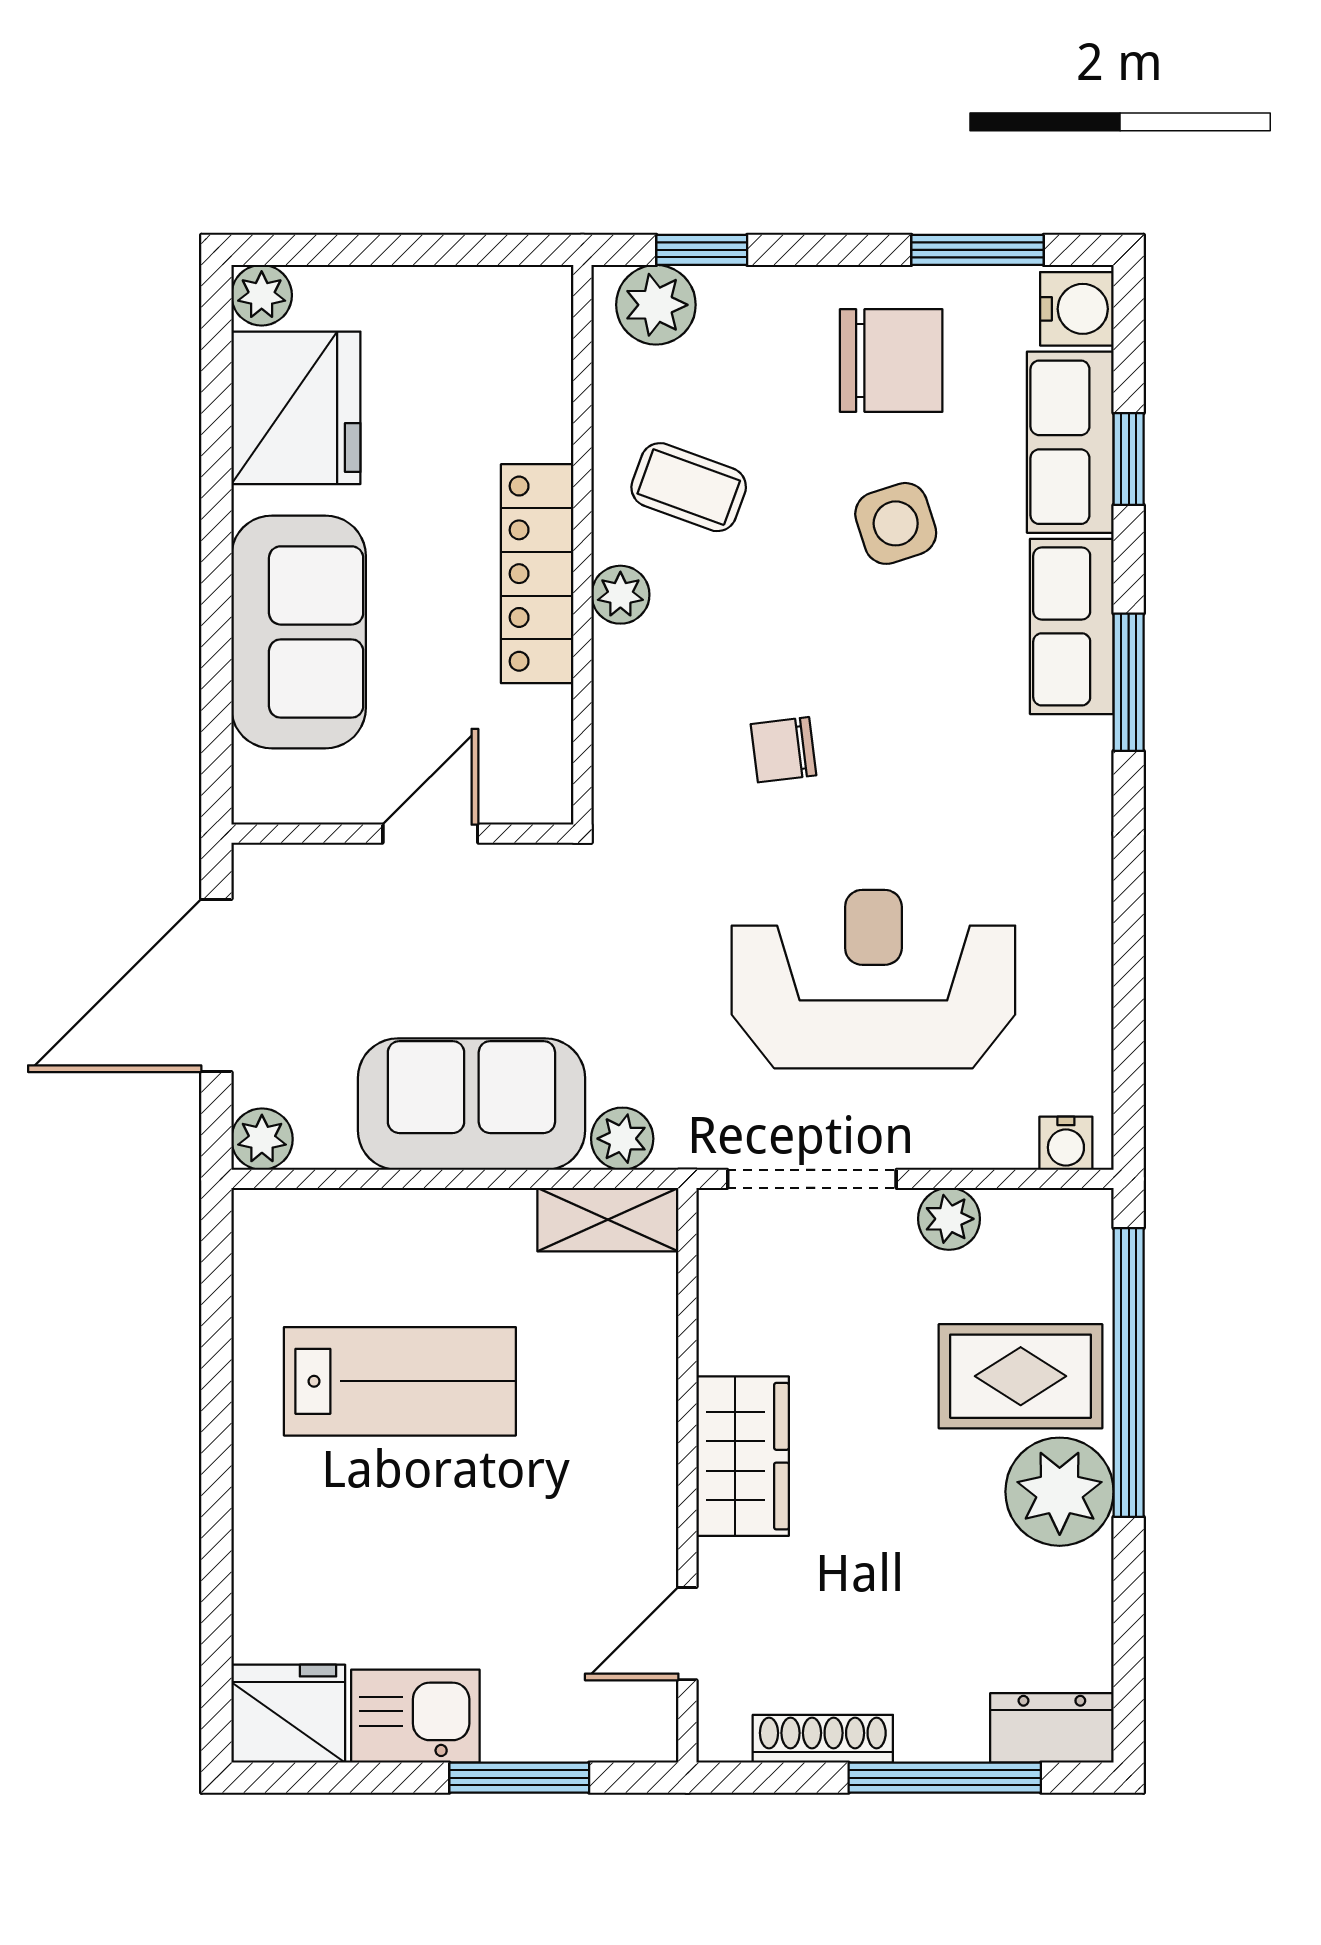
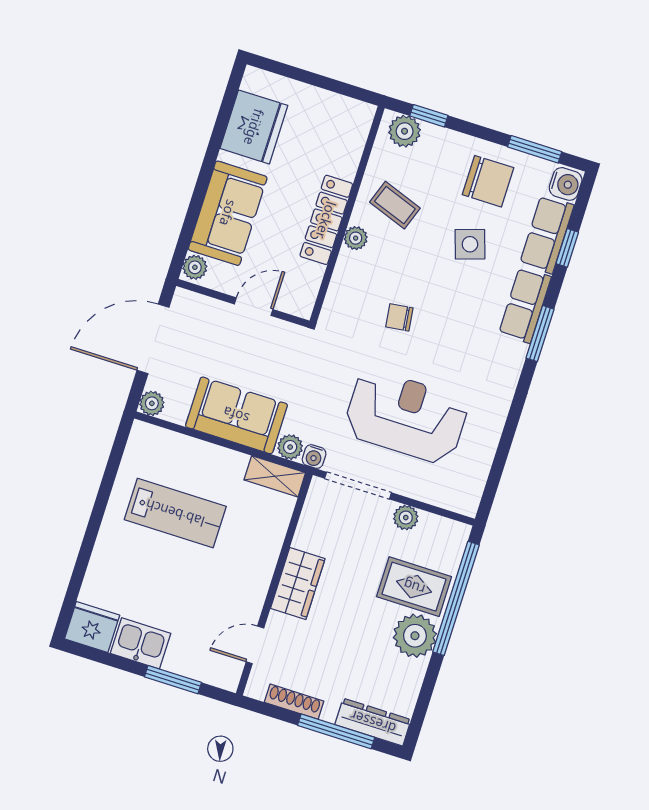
plant: (262, 295) -> (195, 267), moved
water cooler: (1066, 1143) -> (314, 457), moved
dresser: (1052, 1728) -> (373, 722), width x1.44

